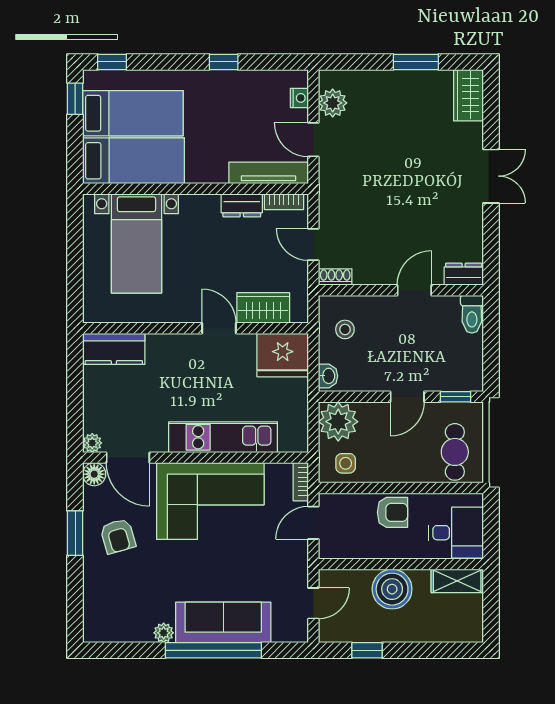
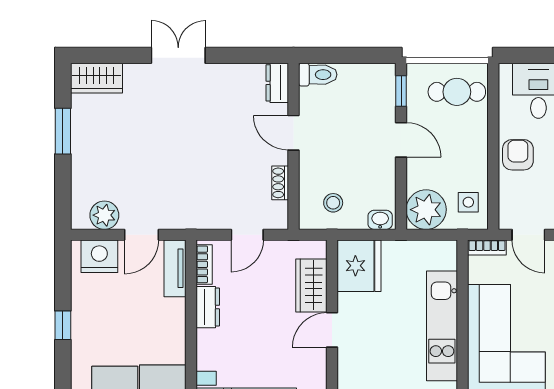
nightstand: (299, 98) -> (99, 256), width x1.89, depth x1.79
tv unit: (269, 173) -> (175, 268), width x0.71
shoe rack: (335, 277) -> (280, 183), moved

